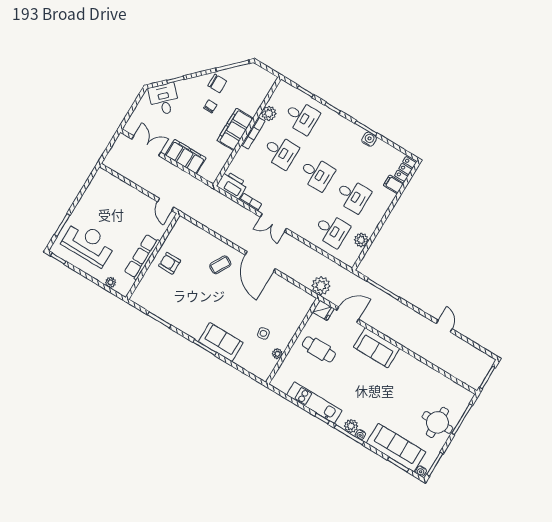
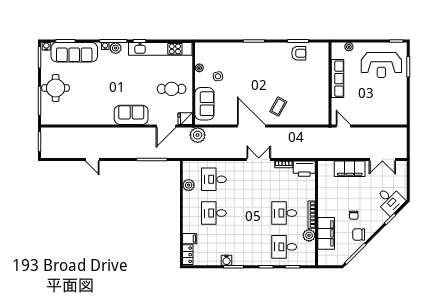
filing cabinet: (235, 129) -> (326, 233), moved
desk: (317, 174) -> (249, 213), removed
armchair: (170, 263) -> (299, 53), moved
sofa: (221, 342) -> (204, 104), moved, turned -90
kitchen unit: (314, 403) -> (160, 49), width x1.36

